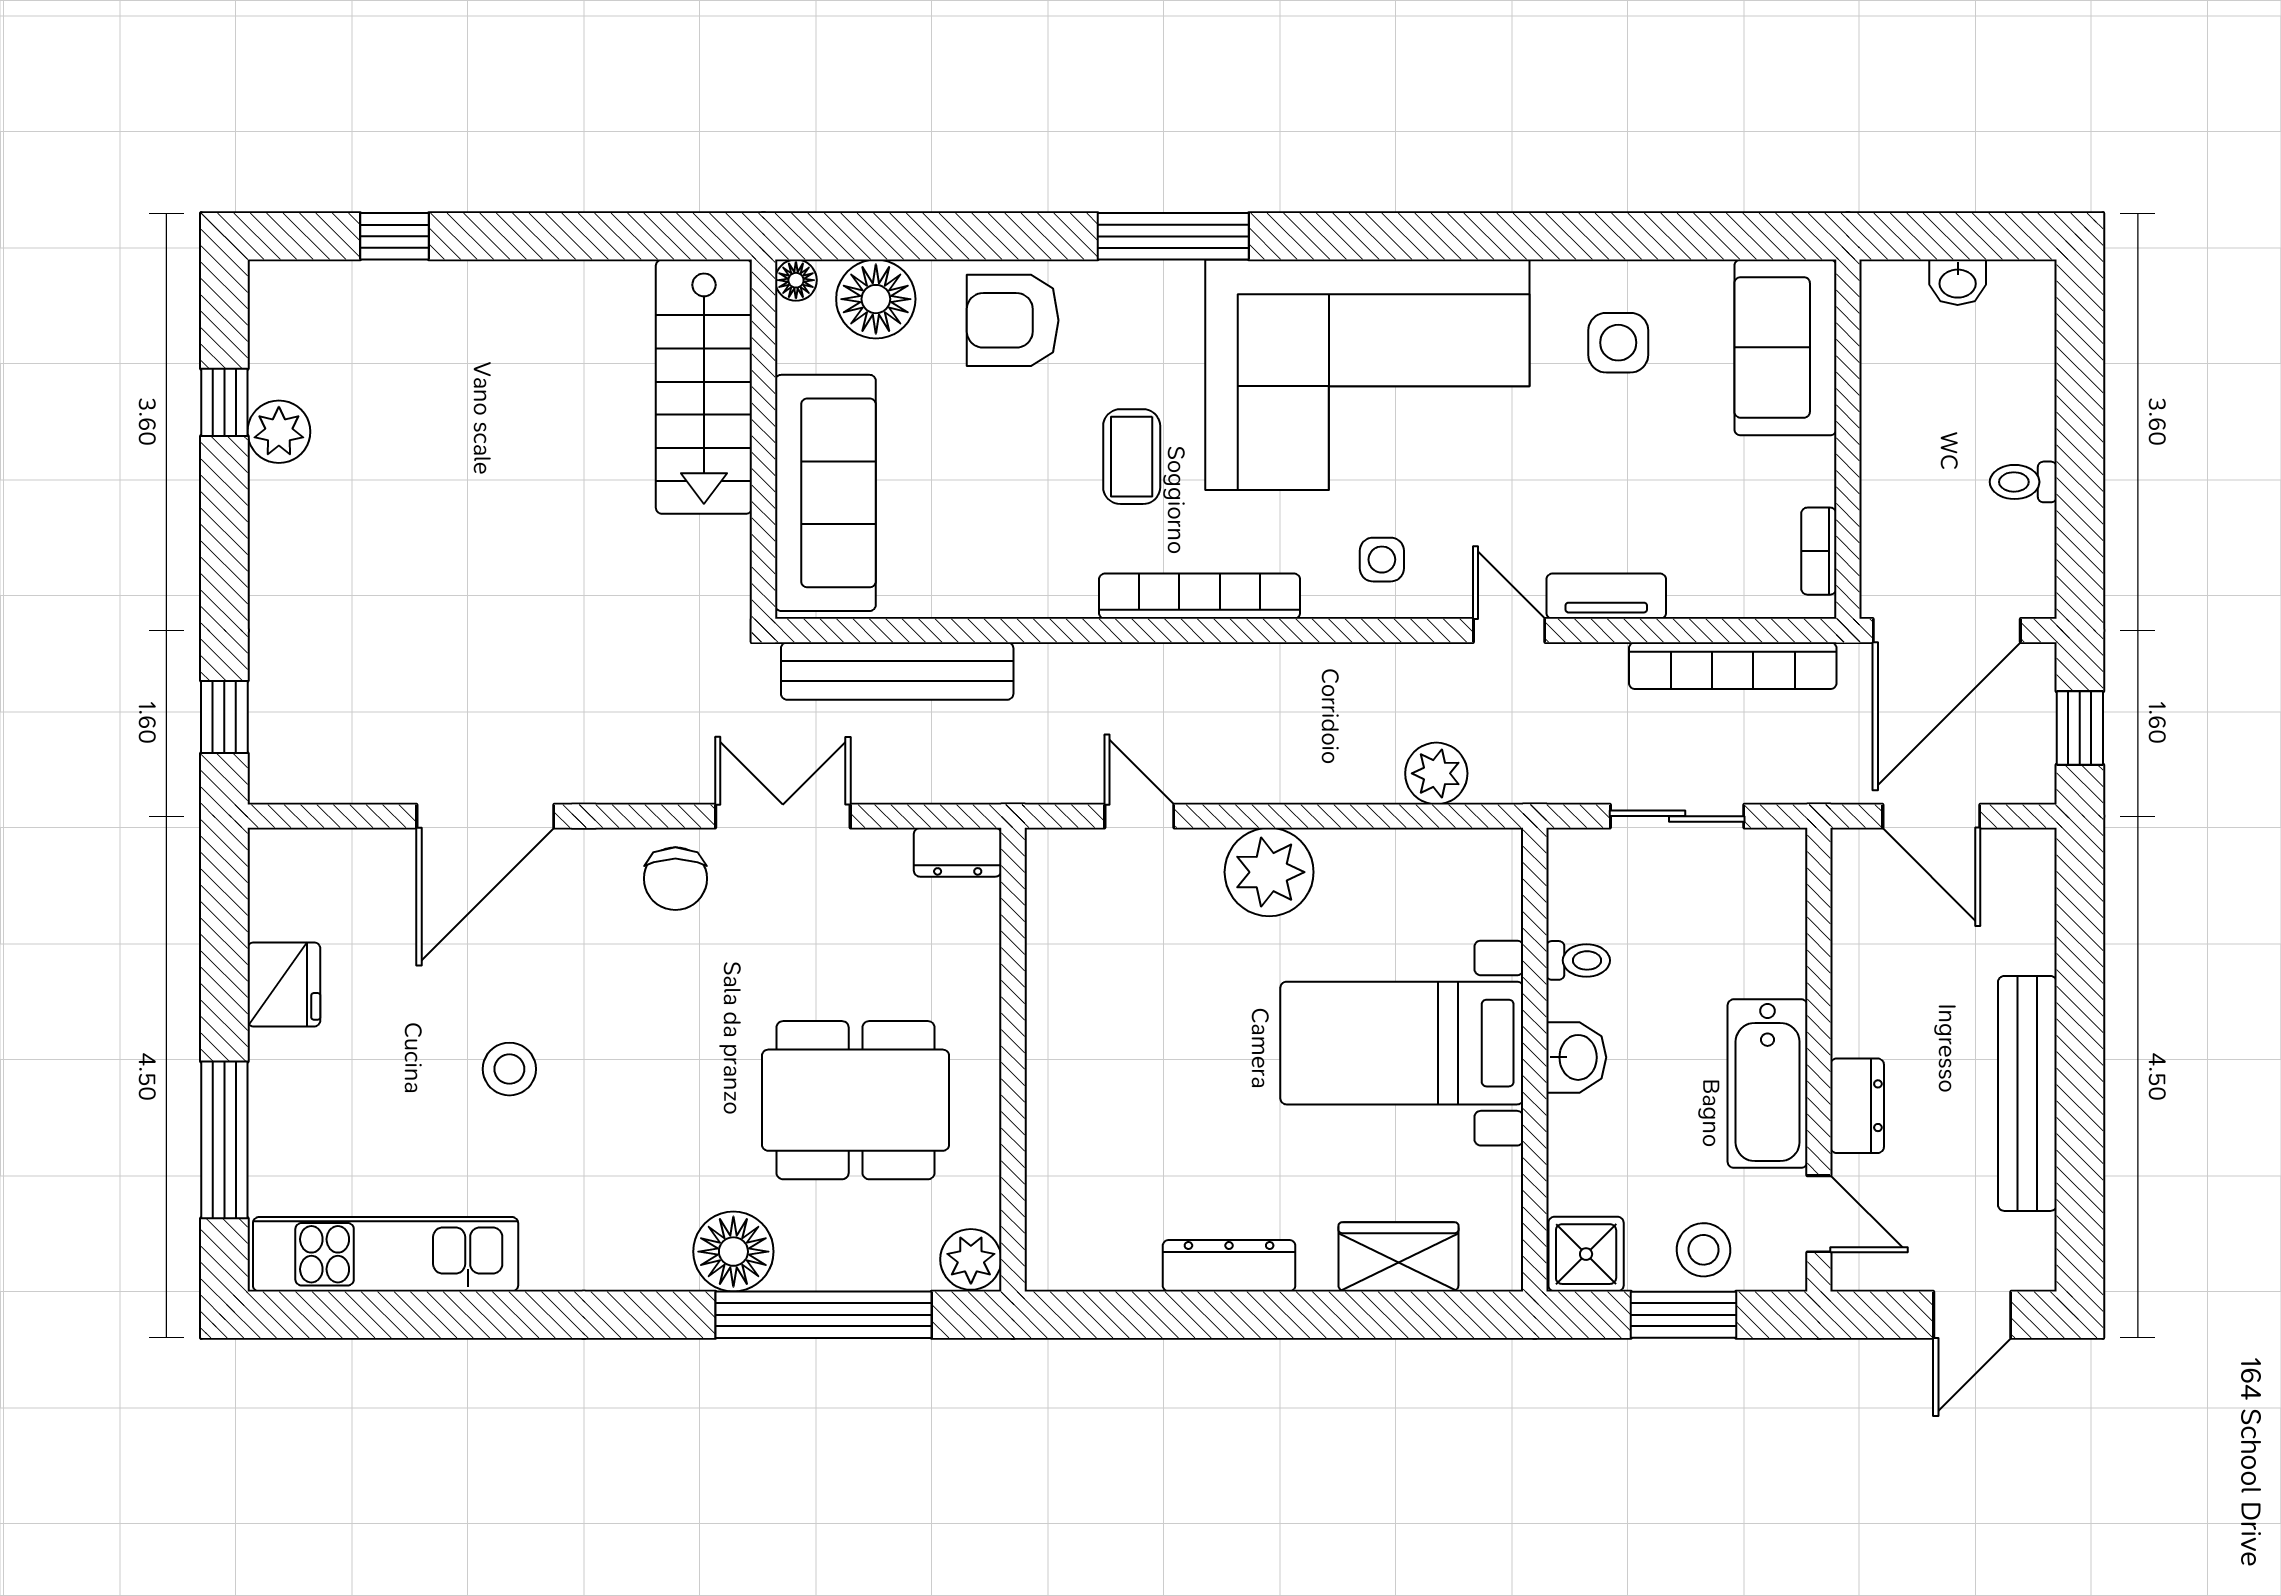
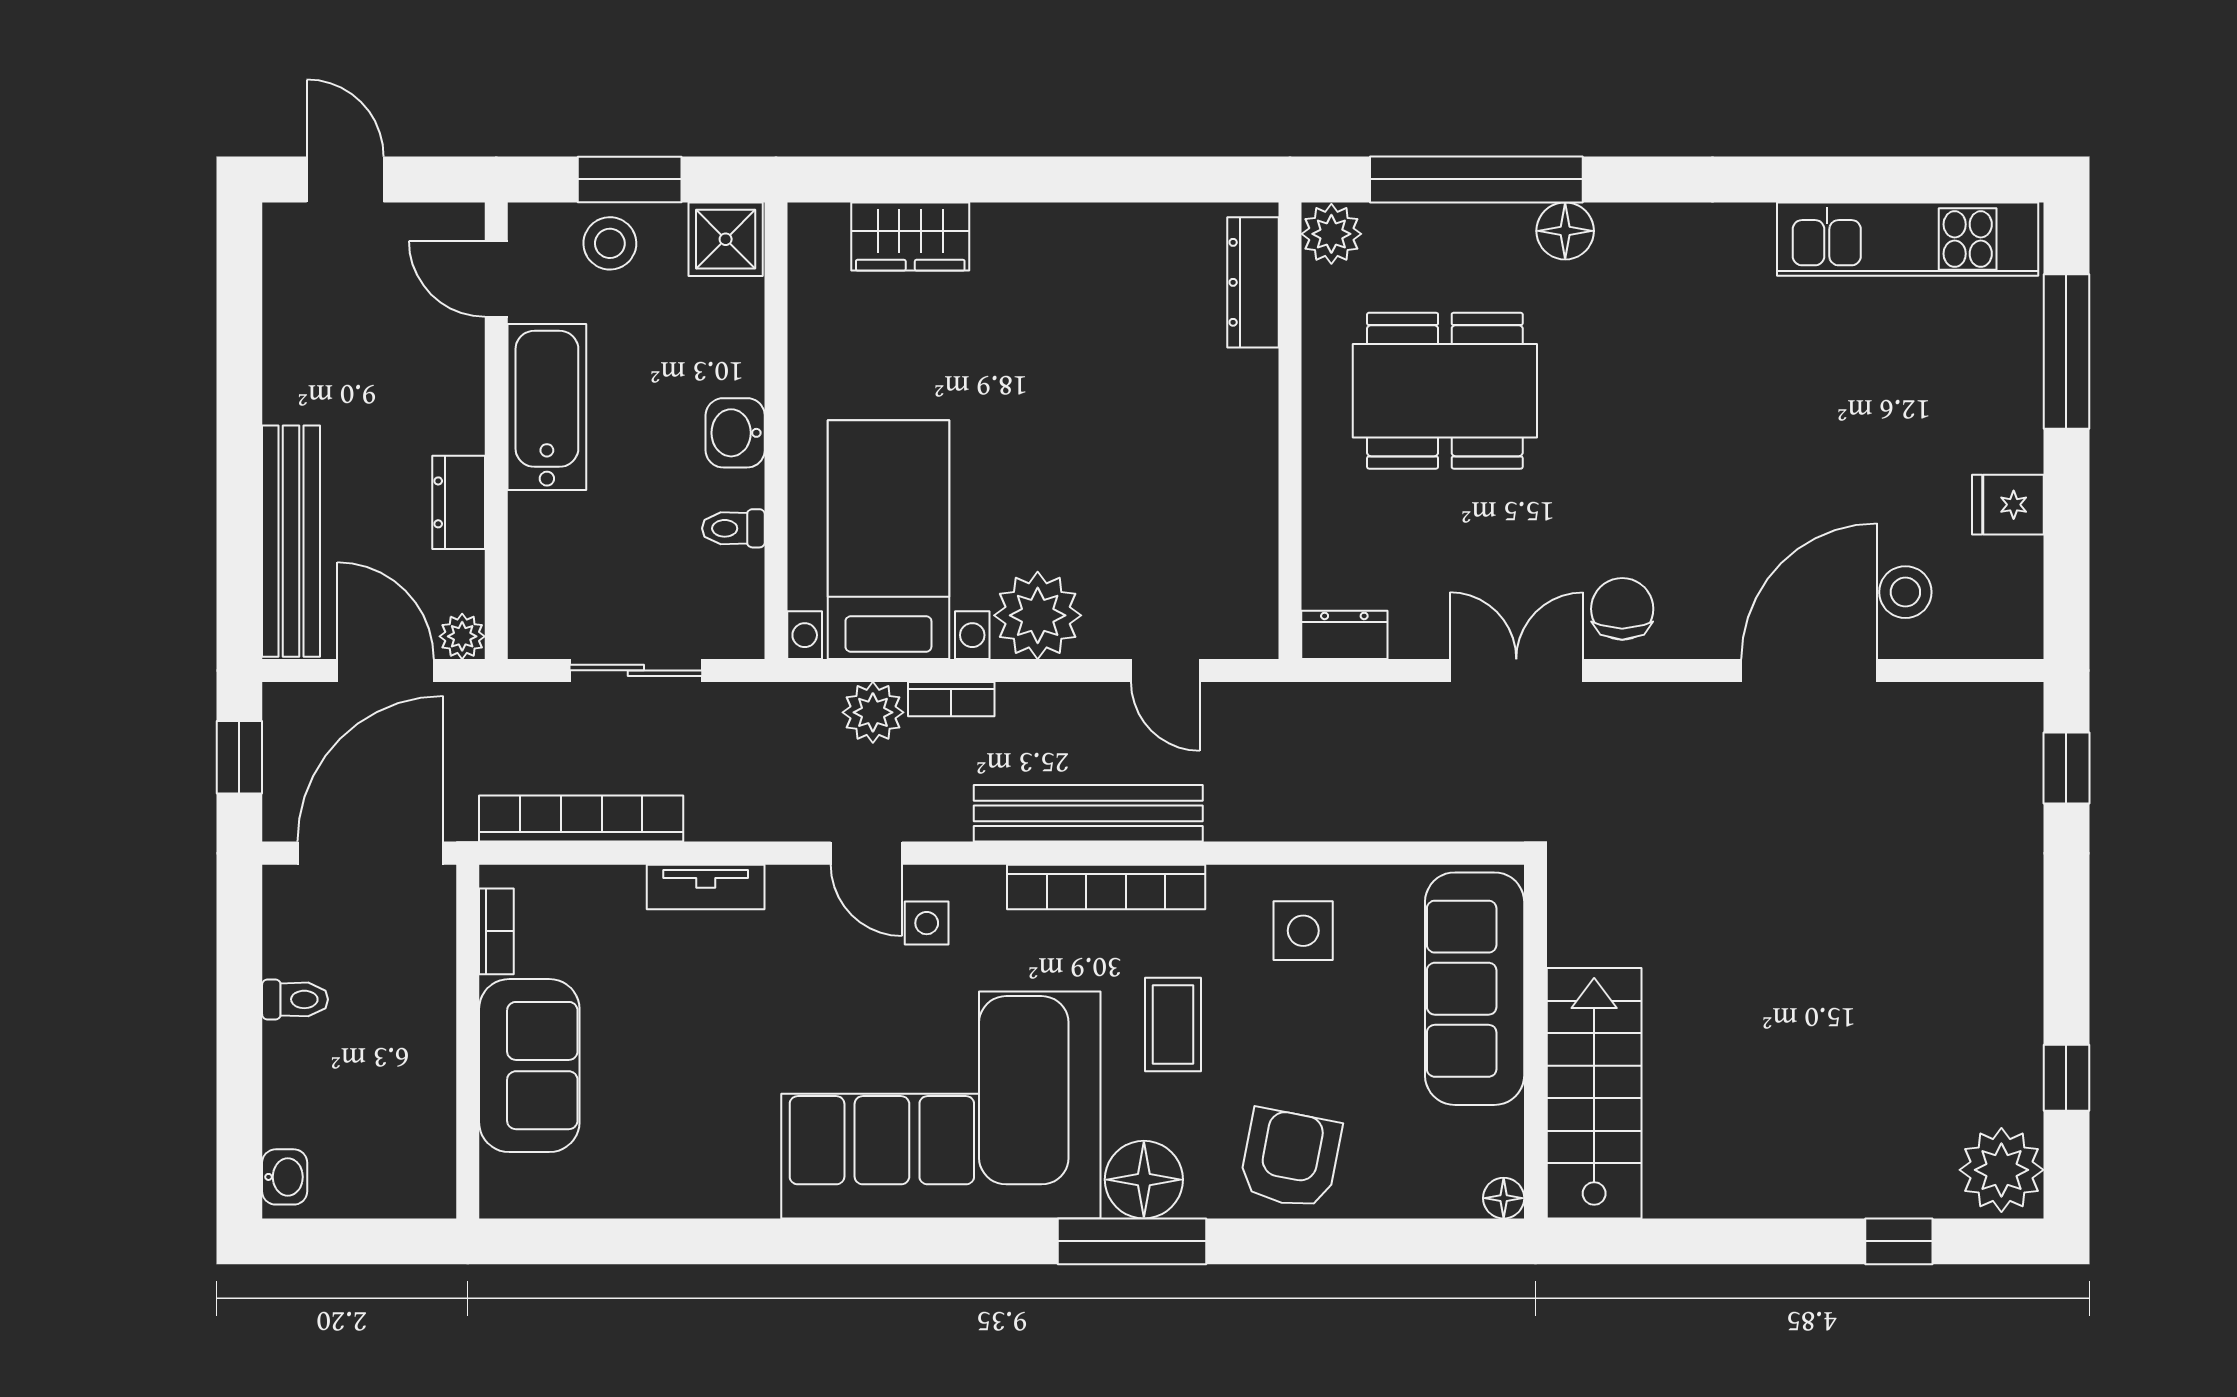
washbasin: (1958, 282) -> (285, 1177), moved, turned 90
floor lamp: (876, 299) -> (1144, 1180), moved
armchair: (1013, 320) -> (1290, 1159), turned -79
side table: (1618, 343) -> (1303, 931), moved
sofa: (1785, 347) -> (529, 1066), moved
plant: (279, 432) -> (2001, 1170), moved, width x1.36, depth x1.36
door: (1509, 631) -> (866, 853), moved
bench: (897, 671) -> (1088, 813), moved
bookcase: (1357, 787) -> (951, 699), added
double door: (783, 816) -> (1516, 670), swing flipped
plant: (1854, 851) -> (462, 636), added
fridge: (284, 984) -> (2008, 505), width x0.72
bed with nightstands: (1402, 1043) -> (888, 540), moved, turned -90
stool: (509, 1069) -> (1905, 592), moved
bench: (2027, 1093) -> (291, 541), moved
dresser: (1857, 1106) -> (459, 502), moved
floor lamp: (733, 1252) -> (1565, 231), width x0.73, depth x0.73
dresser: (1229, 1266) -> (1253, 282), moved, turned 90
door: (1972, 1315) -> (345, 179), hinge flipped

